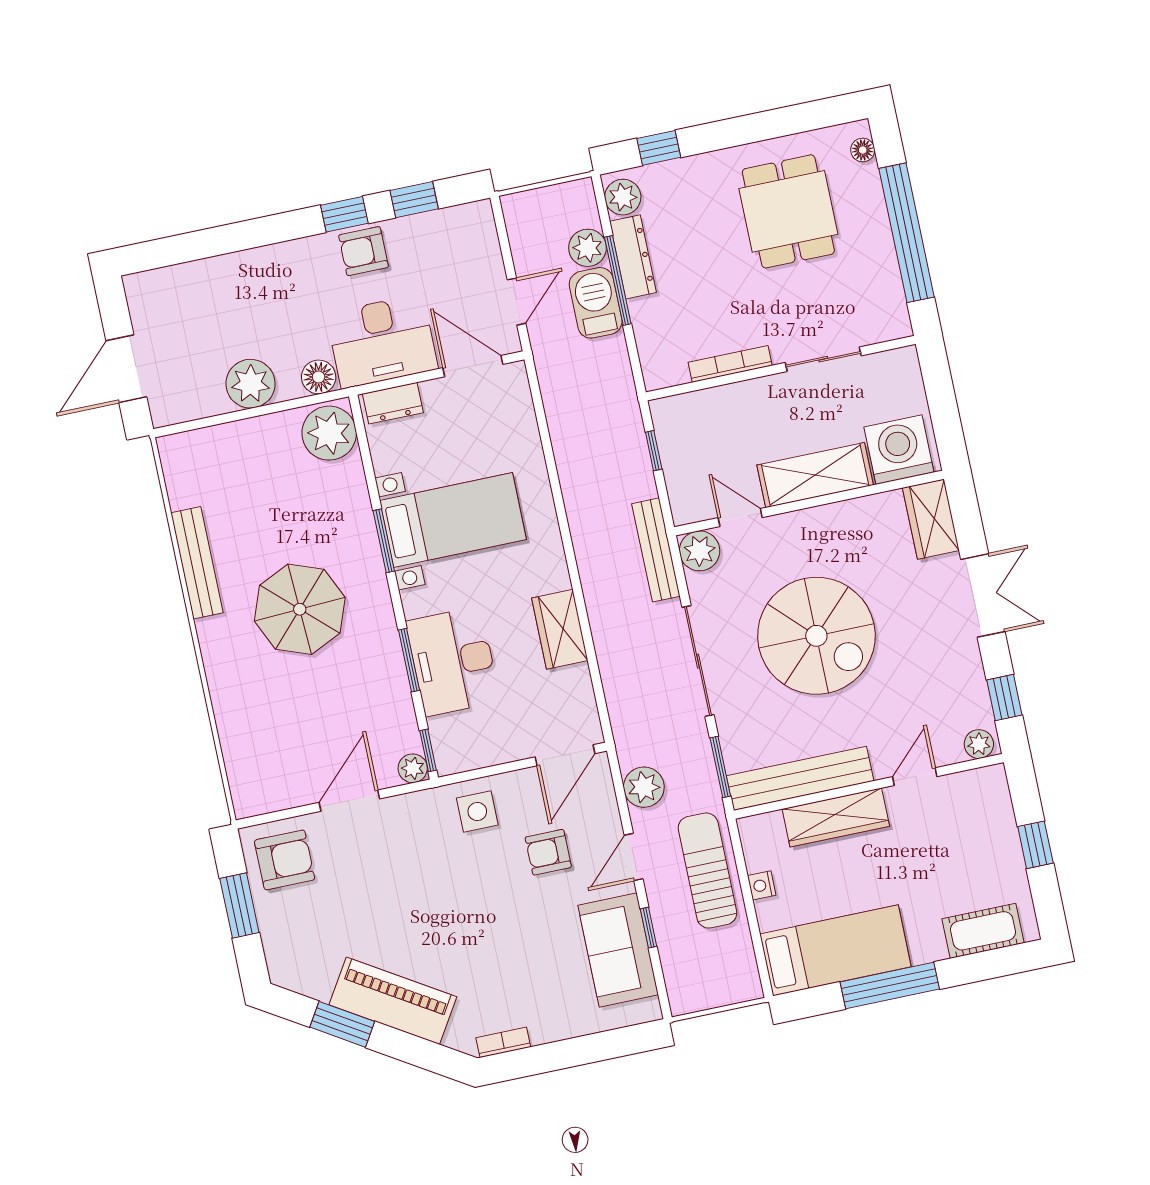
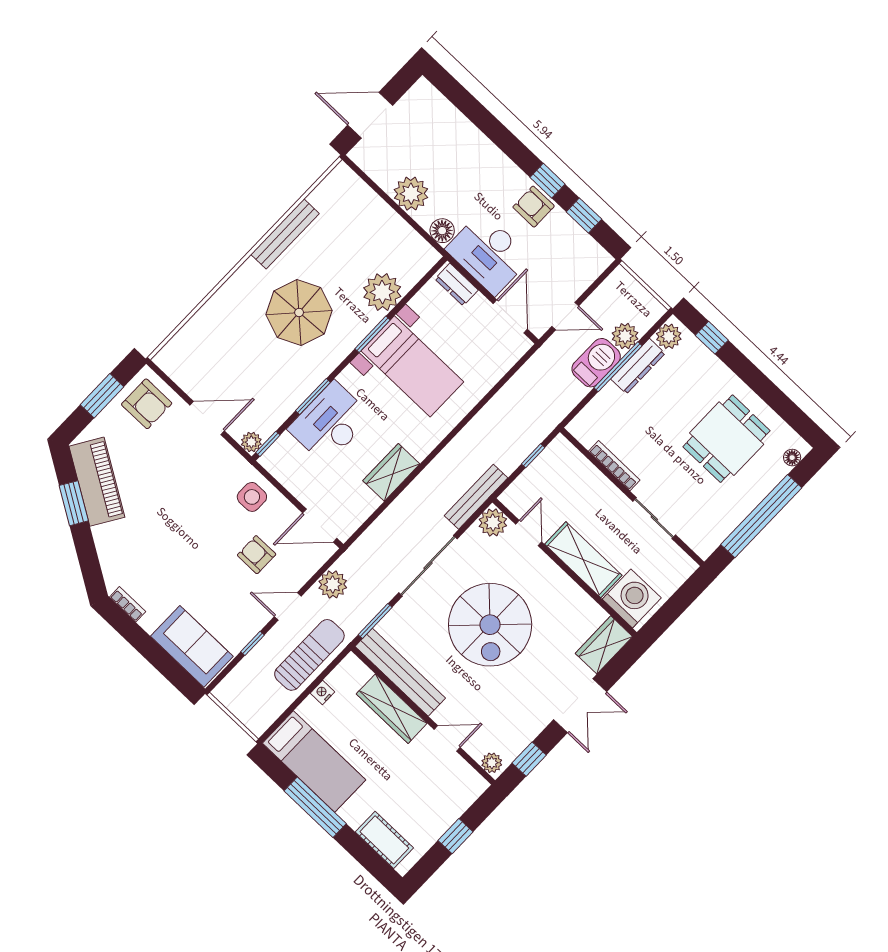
plant: (329, 433) -> (382, 292), moved
sofa: (618, 950) -> (192, 646), moved, turned 90
piano: (393, 1001) -> (97, 482), moved

